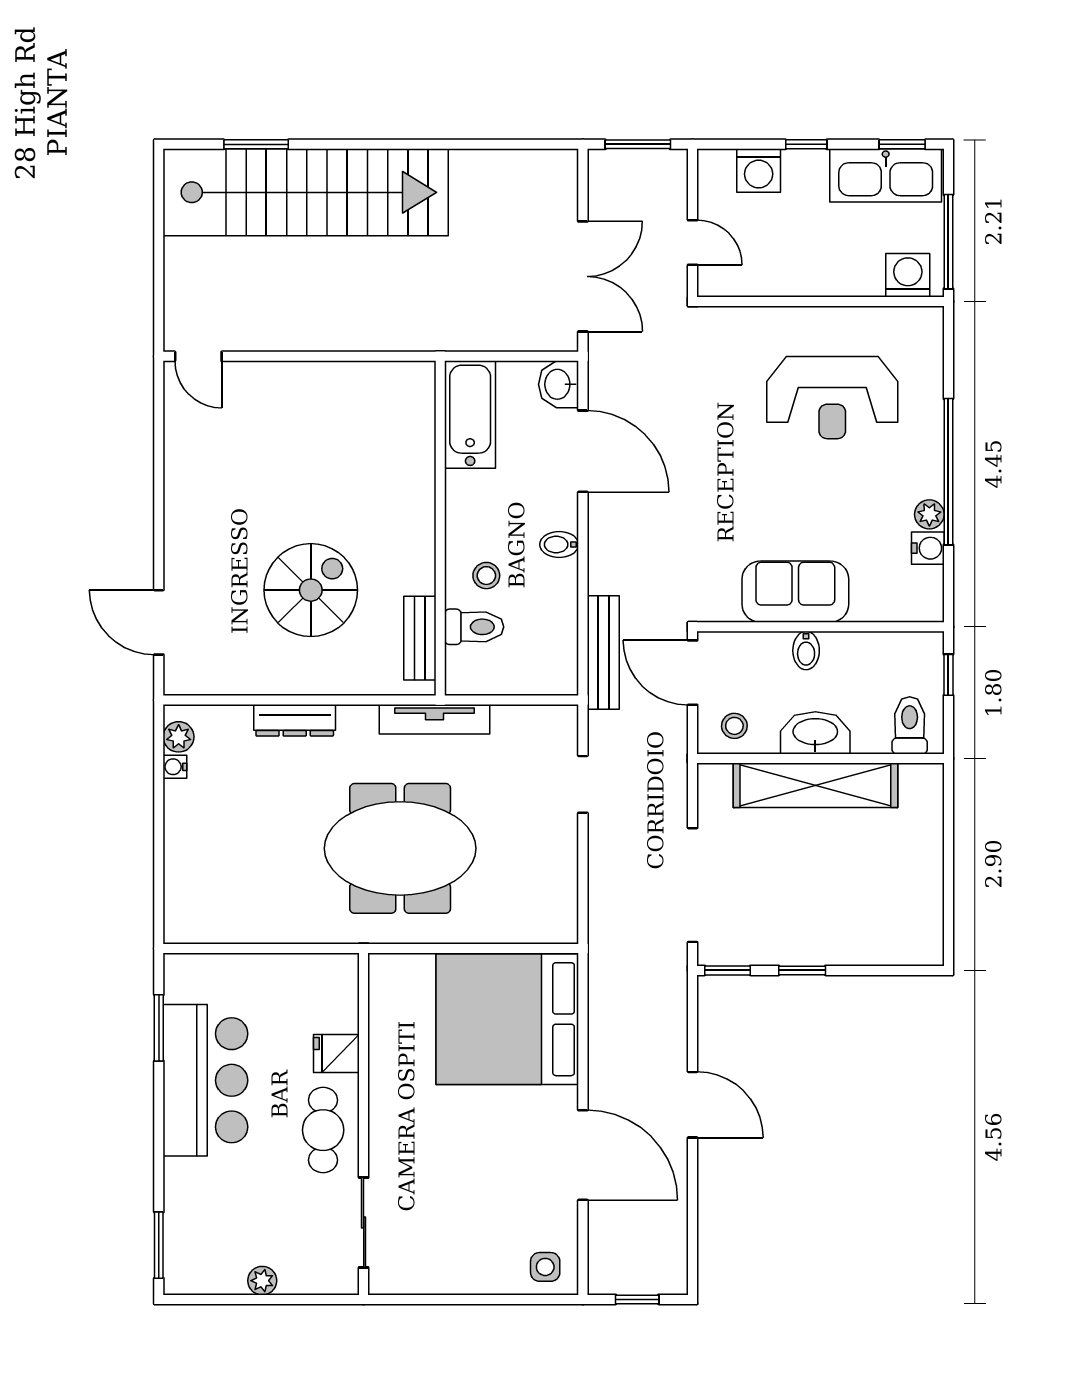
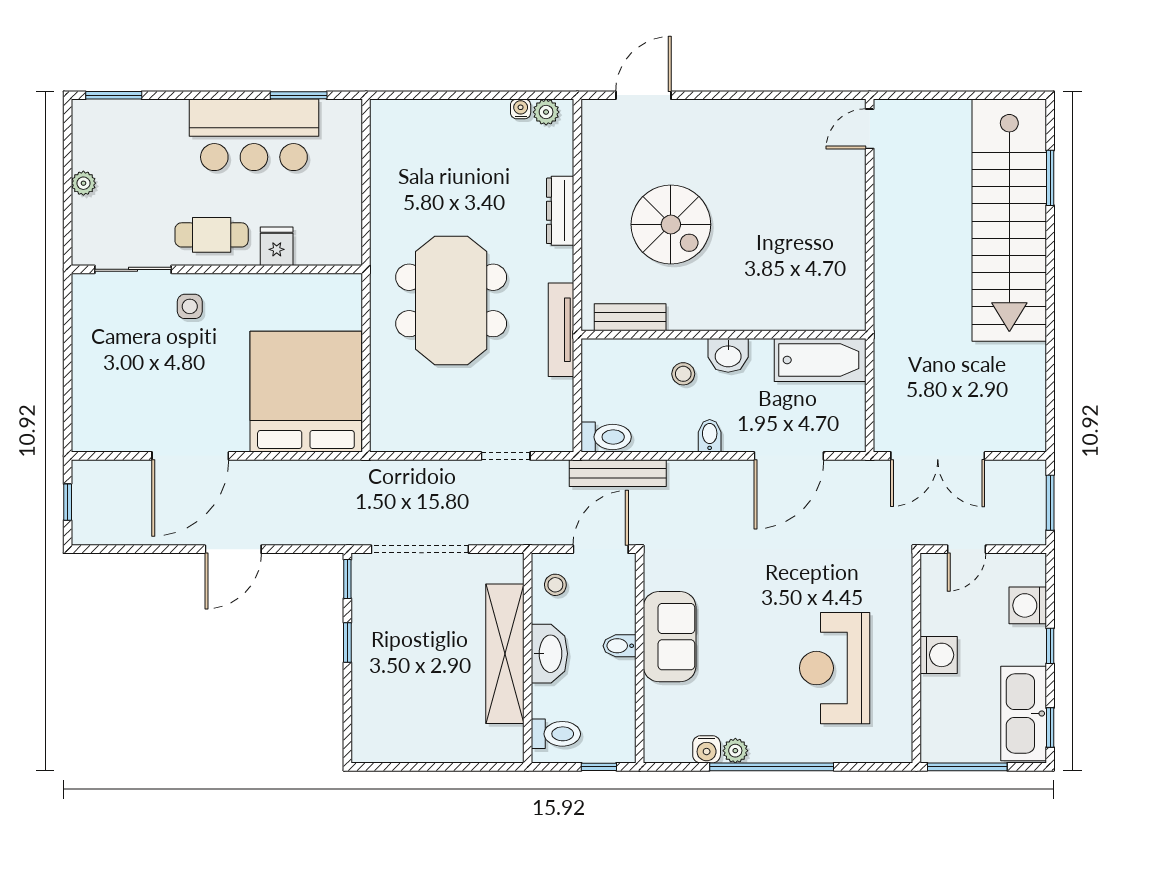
washing machine: (908, 275) -> (939, 655), moved
washbasin: (559, 384) -> (728, 355), moved, turned 180
toilet: (474, 627) -> (606, 437), moved, turned -90
side table: (545, 1267) -> (190, 306), moved

